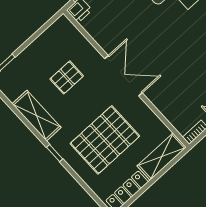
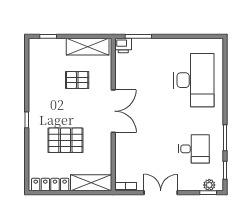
shelving: (37, 116) -> (88, 47), moved, turned 90
pallet: (105, 140) -> (65, 140), width x0.73, depth x0.71

